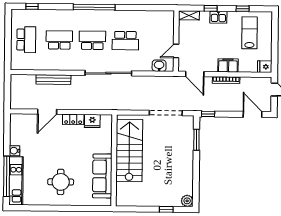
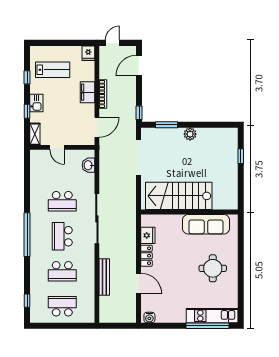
lab bench: (249, 33) -> (53, 70), turned 180
school desk: (59, 40) -> (62, 271), turned -90
school desk: (125, 41) -> (62, 201), turned 90
door: (176, 51) -> (57, 147), moved
water cooler: (15, 151) -> (149, 318), moved
plant: (187, 201) -> (190, 134), moved

